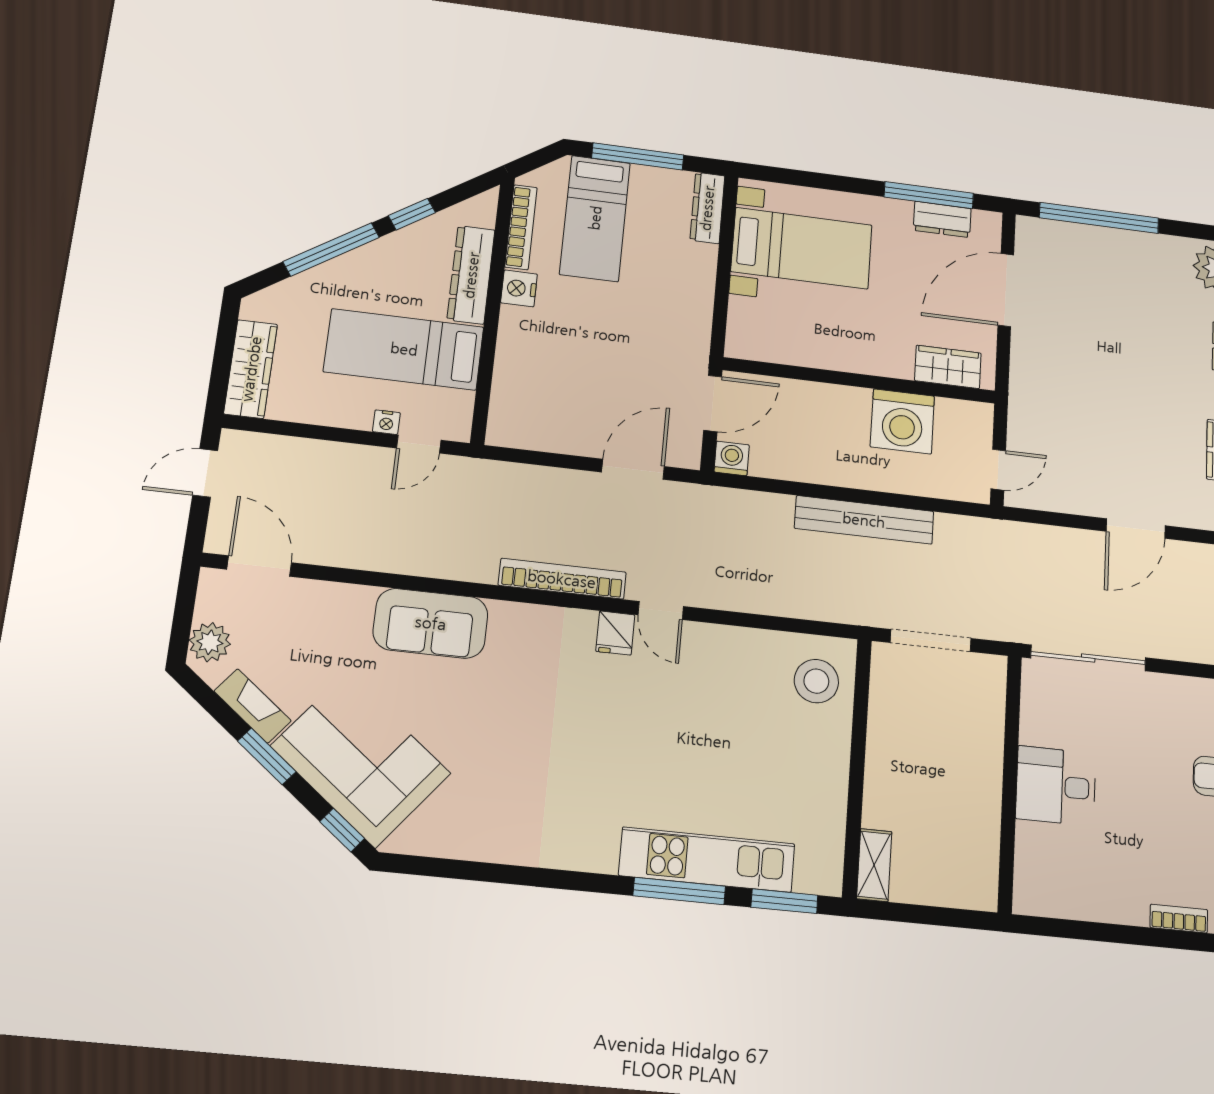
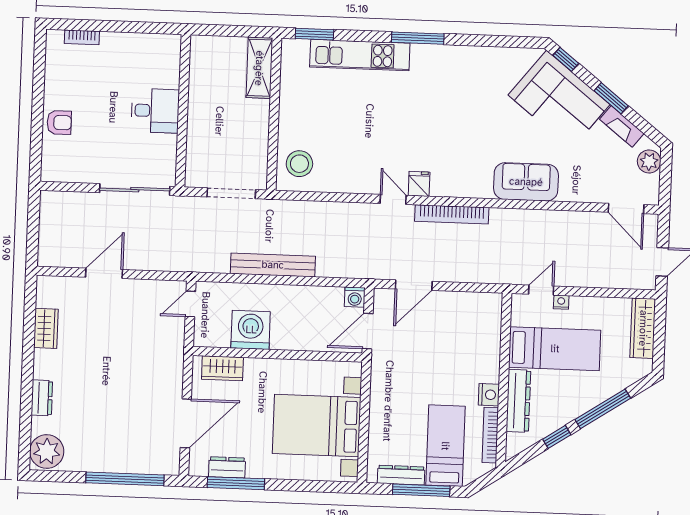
dresser: (707, 208) -> (401, 475), moved, turned -90
bed with nightstands: (802, 248) -> (317, 425), width x1.36
shelving: (874, 865) -> (259, 68), width x1.50, depth x1.33
window: (679, 891) -> (418, 38), moved

